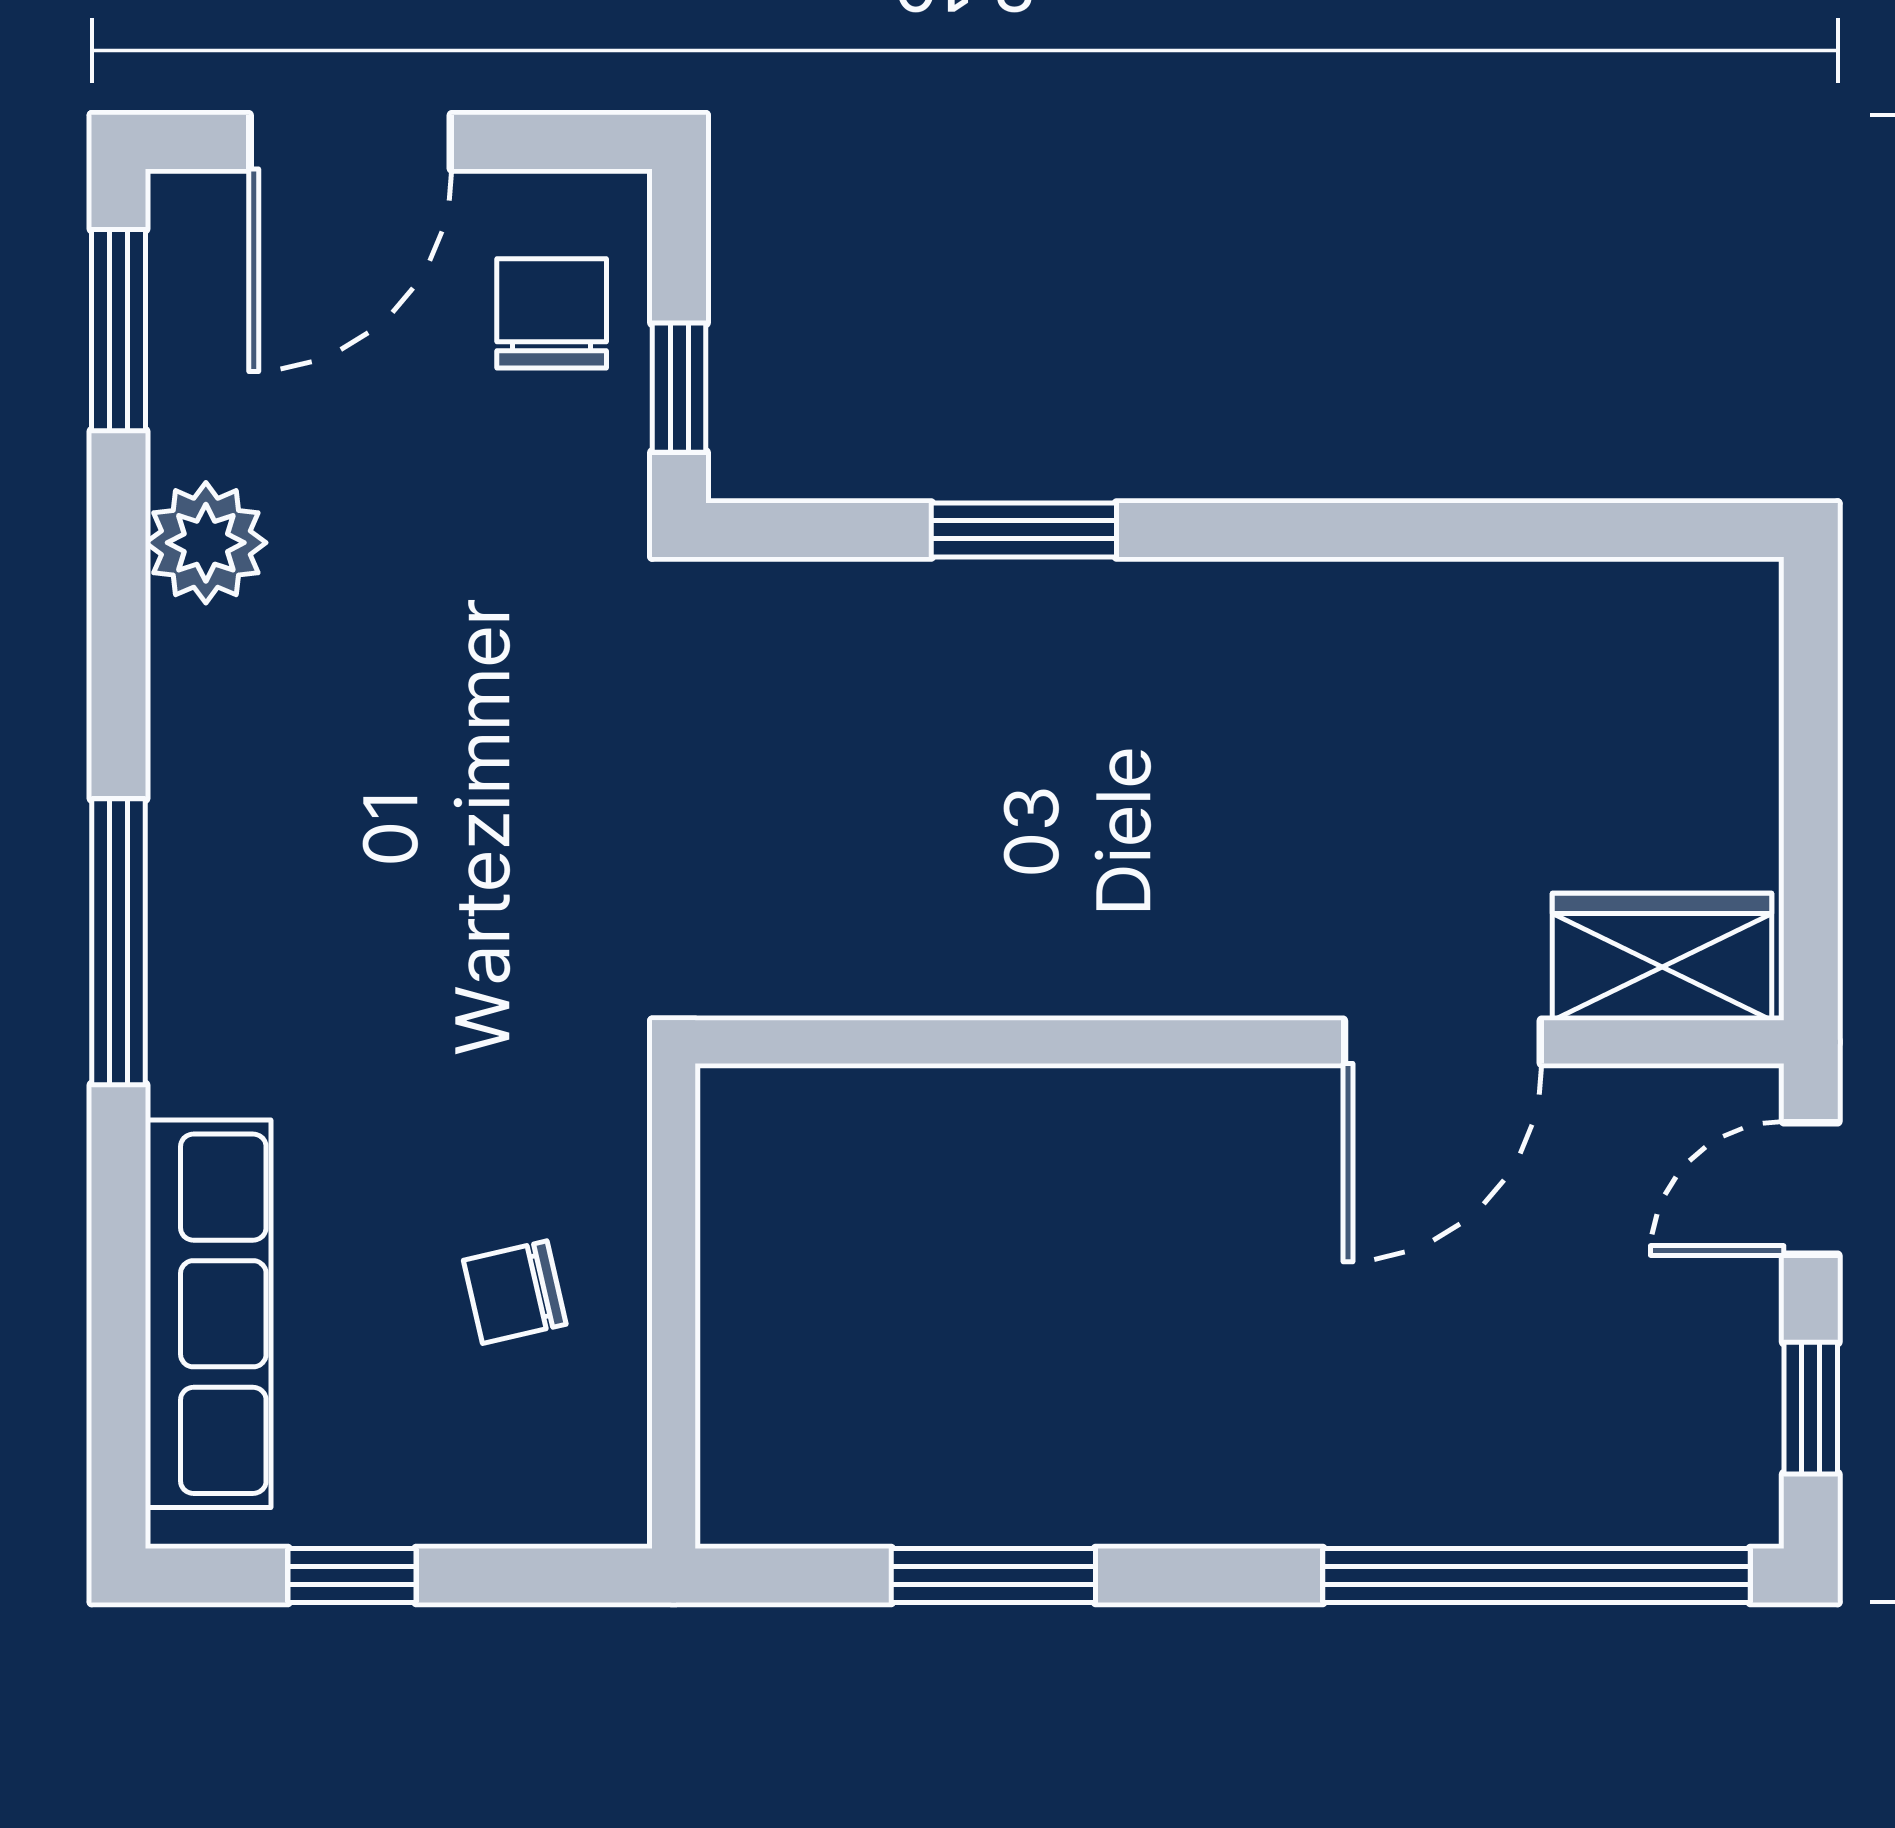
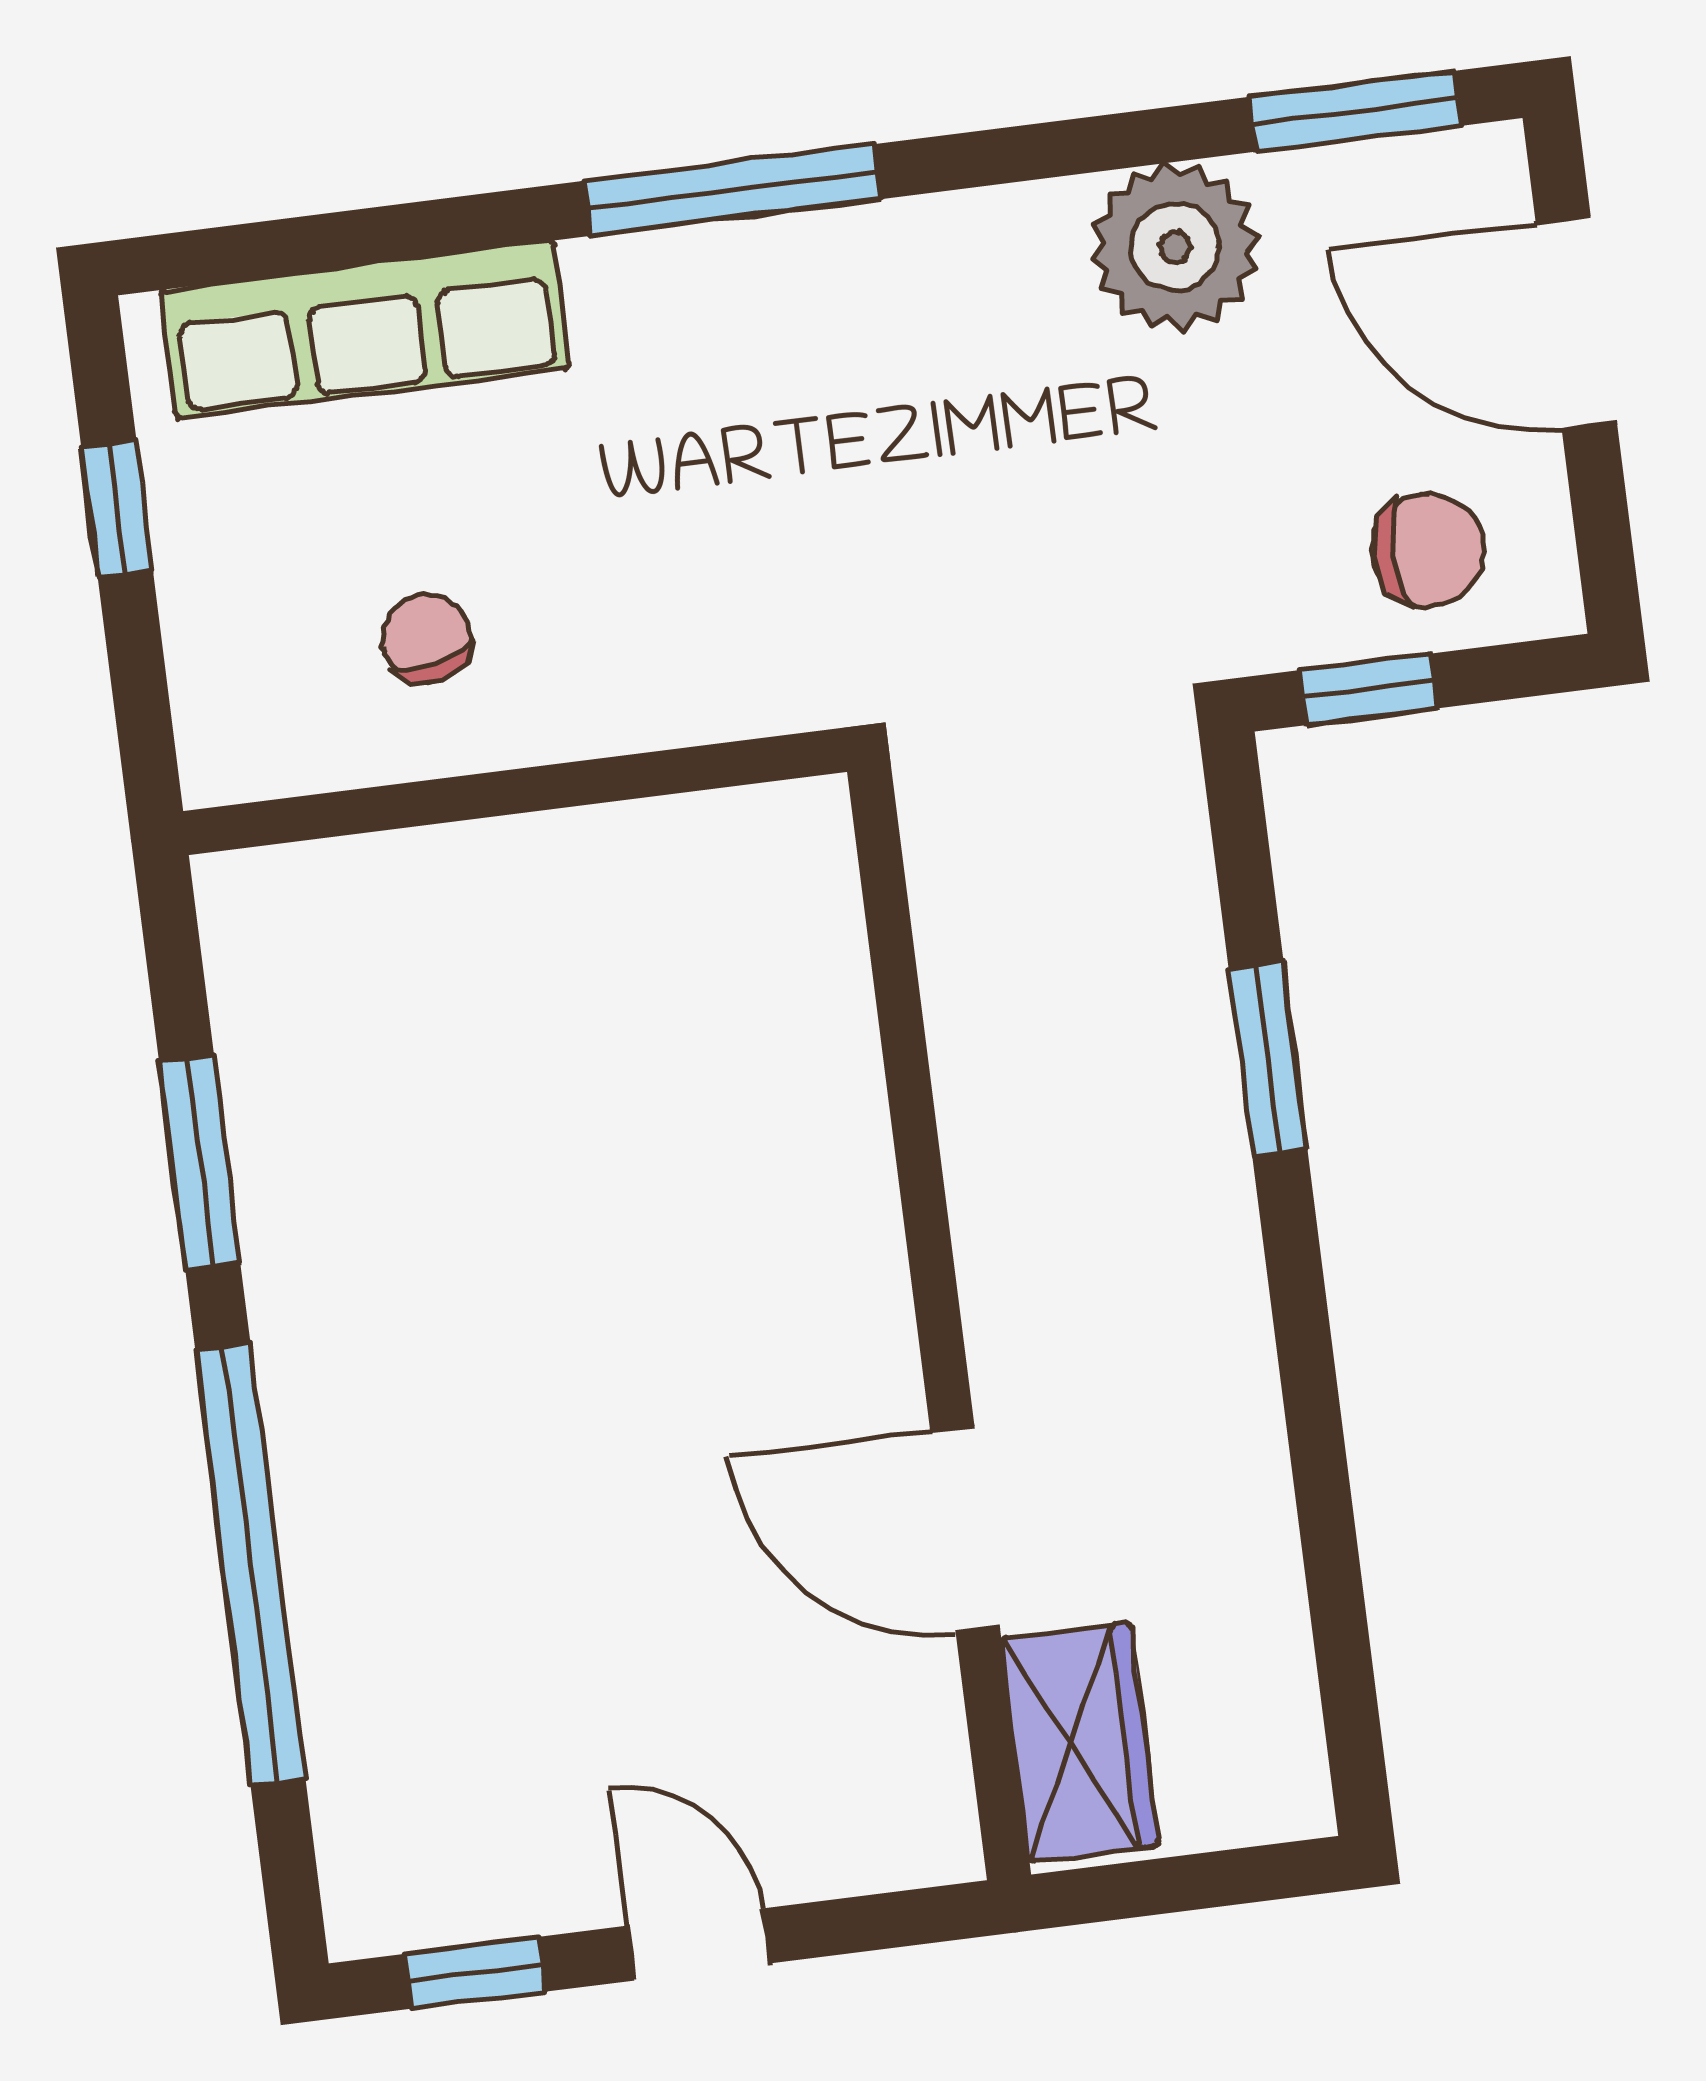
plant: (206, 543) -> (1175, 247), width x1.36, depth x1.36
wardrobe: (1662, 957) -> (1080, 1742), moved
wall: (1240, 1042) -> (939, 1323), moved
door: (1442, 1042) -> (965, 1530), moved
window: (1537, 1575) -> (250, 1564), moved

